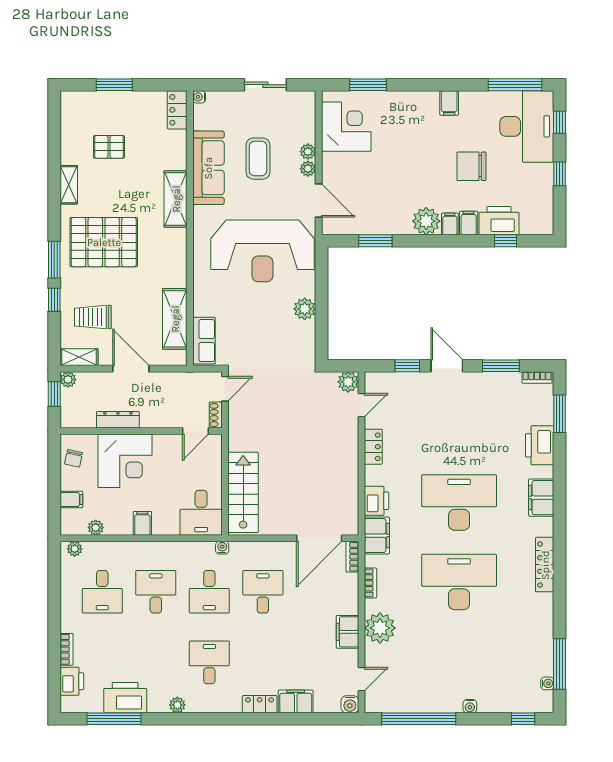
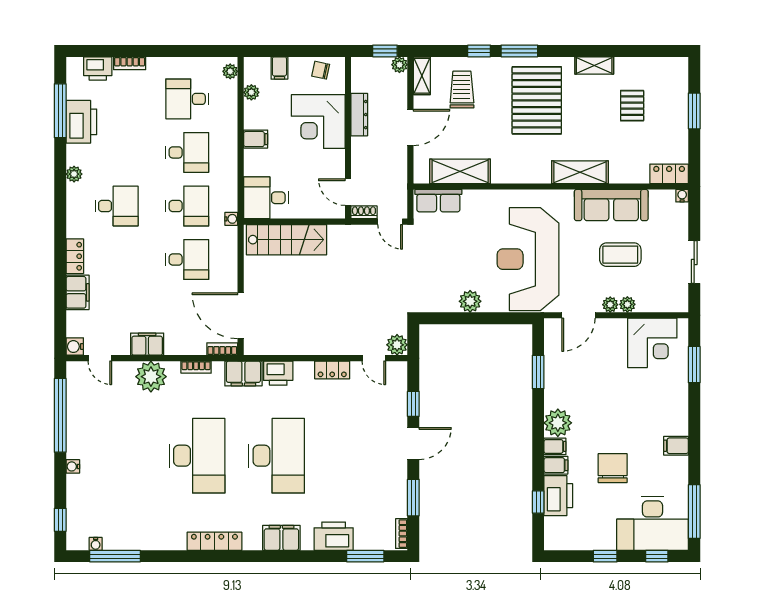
desk: (209, 592) -> (187, 206), turned 180

